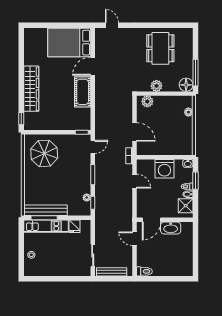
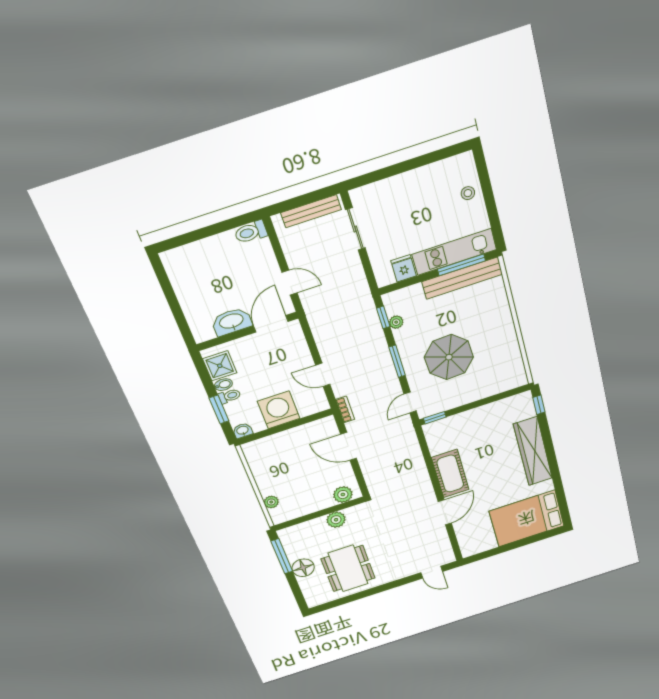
bed: (69, 43) -> (527, 519), moved, turned 180
floor lamp: (186, 85) -> (303, 568), moved
parasol: (44, 153) -> (449, 357), moved

